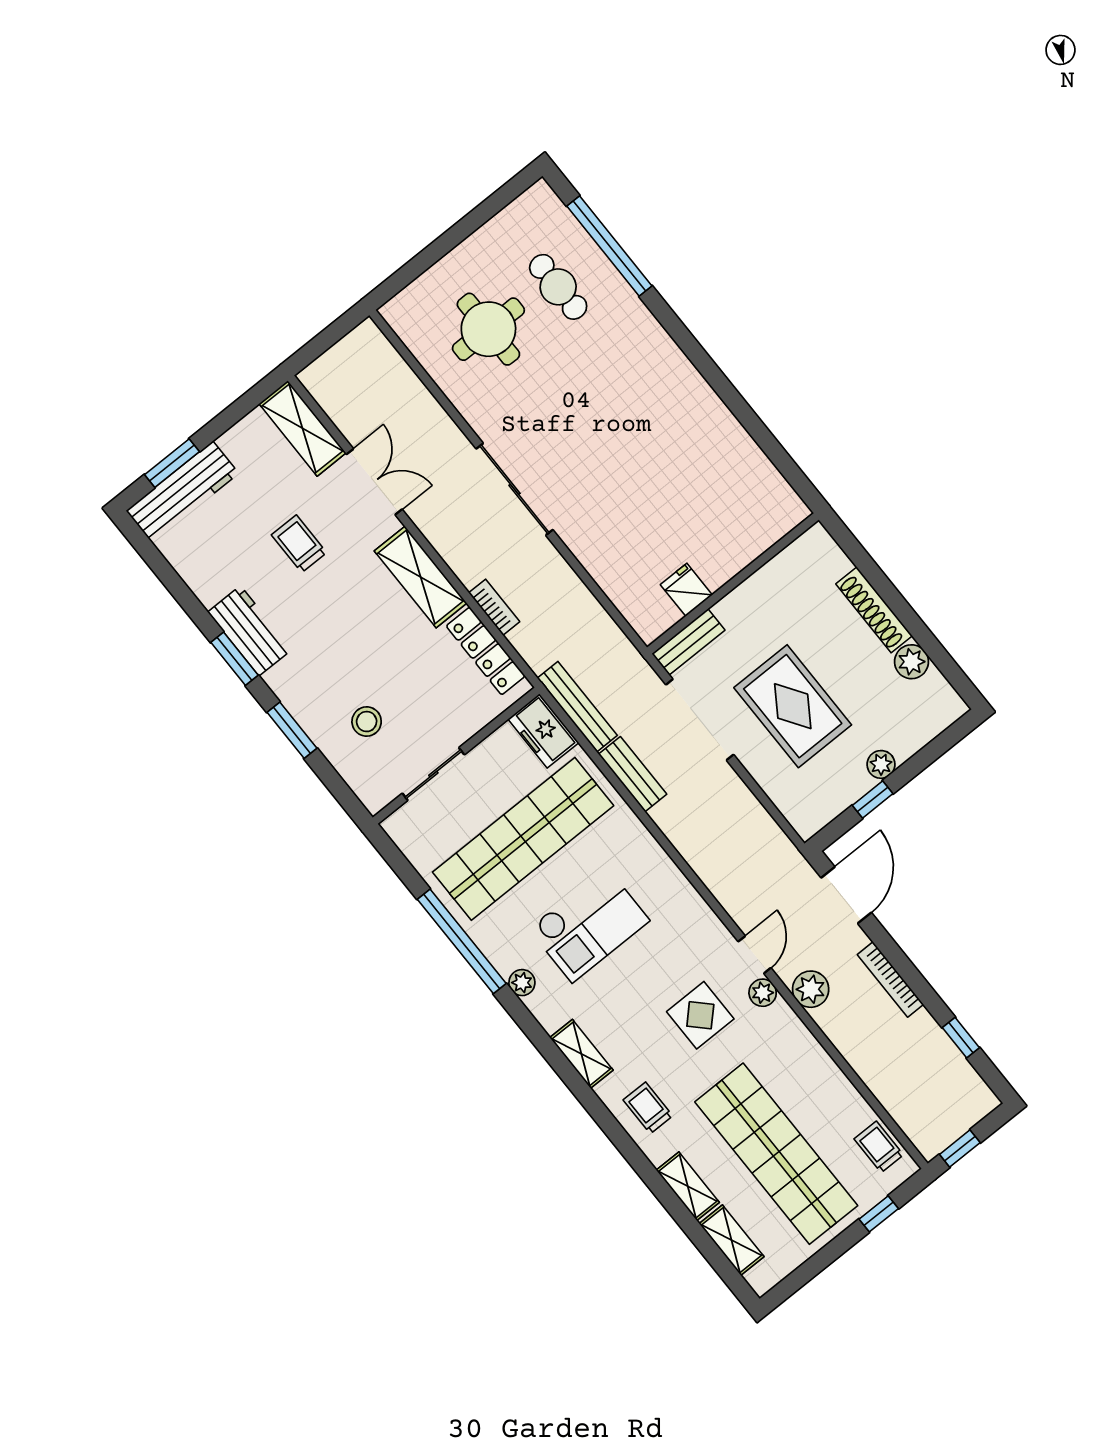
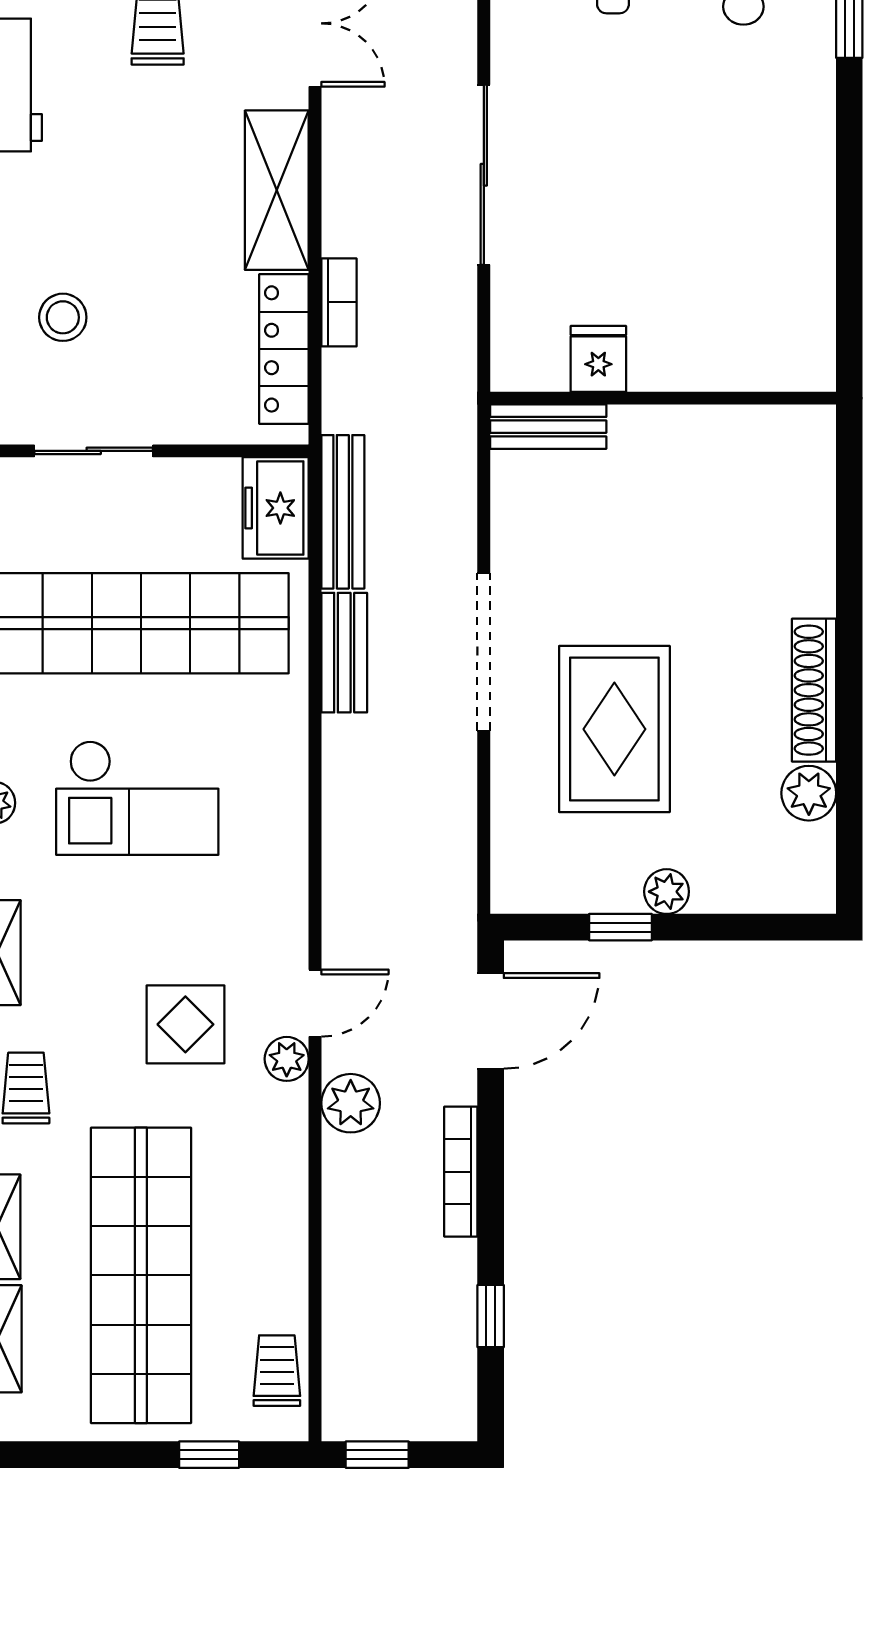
wall: (733, 584) -> (663, 398), moved
fridge: (686, 590) -> (598, 359), moved
bench: (688, 642) -> (548, 427), moved

